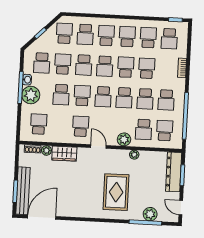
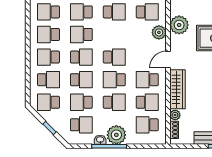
school desk: (124, 98) -> (147, 102), moved
wardrobe: (64, 154) -> (177, 89), width x1.50
plant: (134, 155) -> (179, 25), width x1.88, depth x1.88

